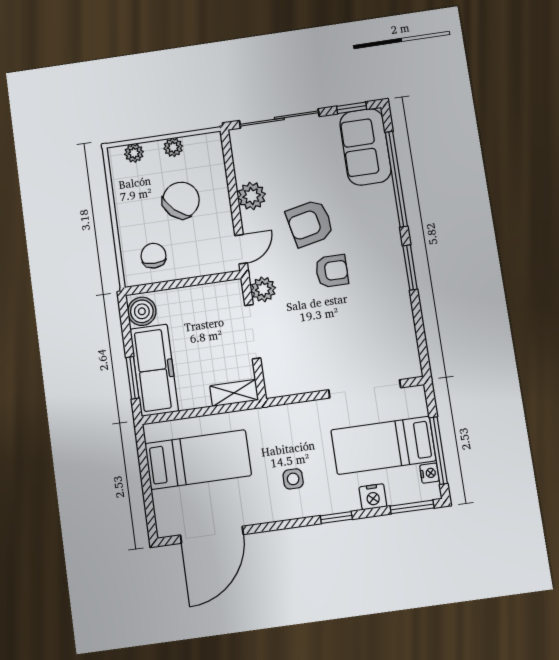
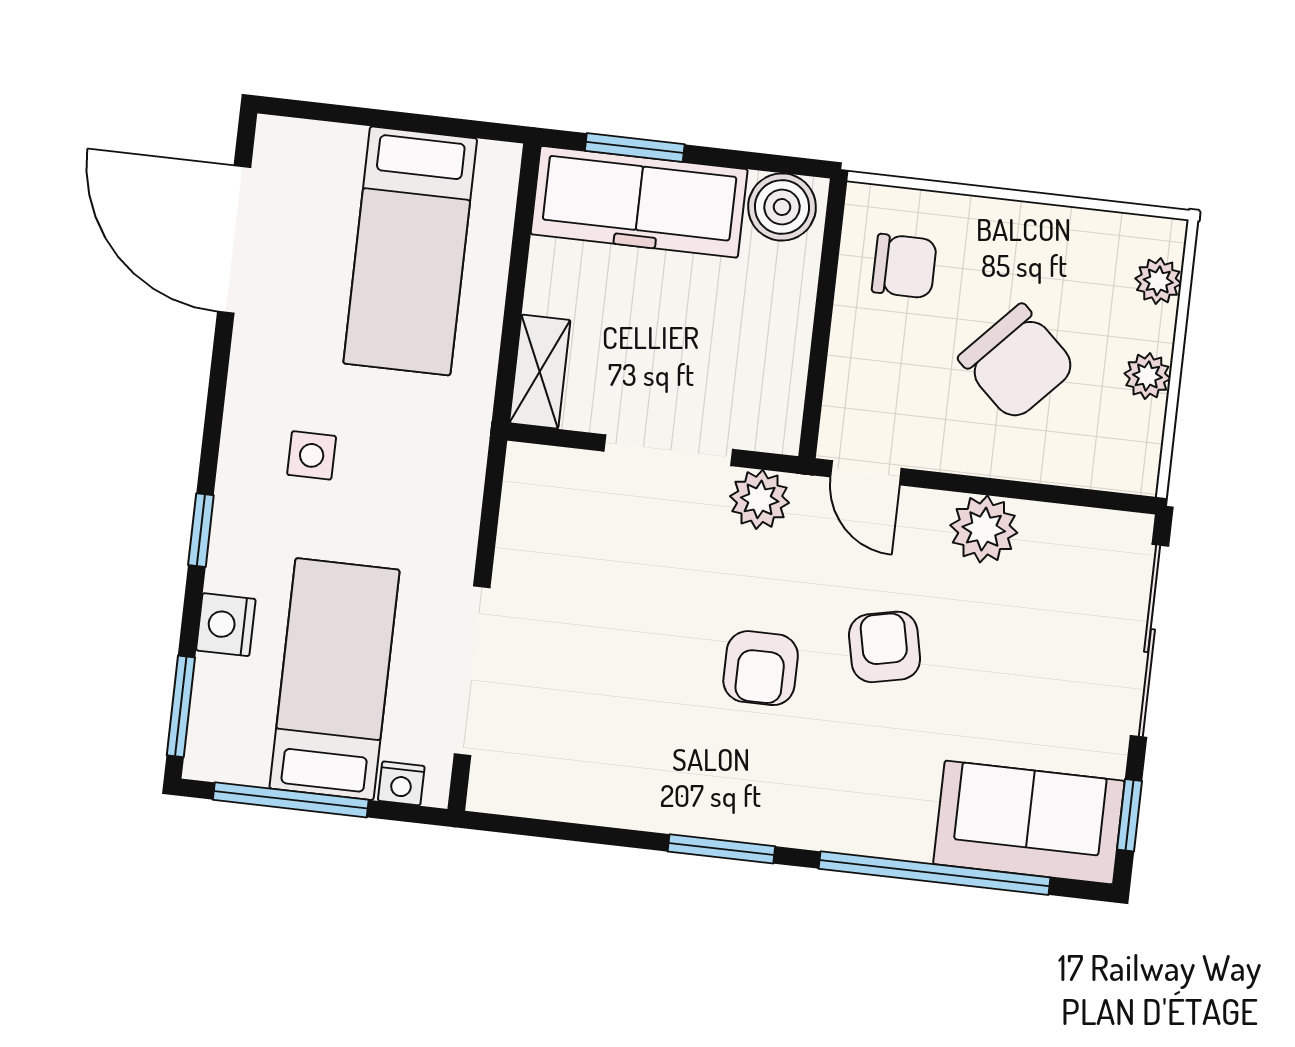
armchair: (310, 223) -> (885, 647), width x0.72, depth x0.72
nightstand: (429, 473) -> (401, 783), moved

